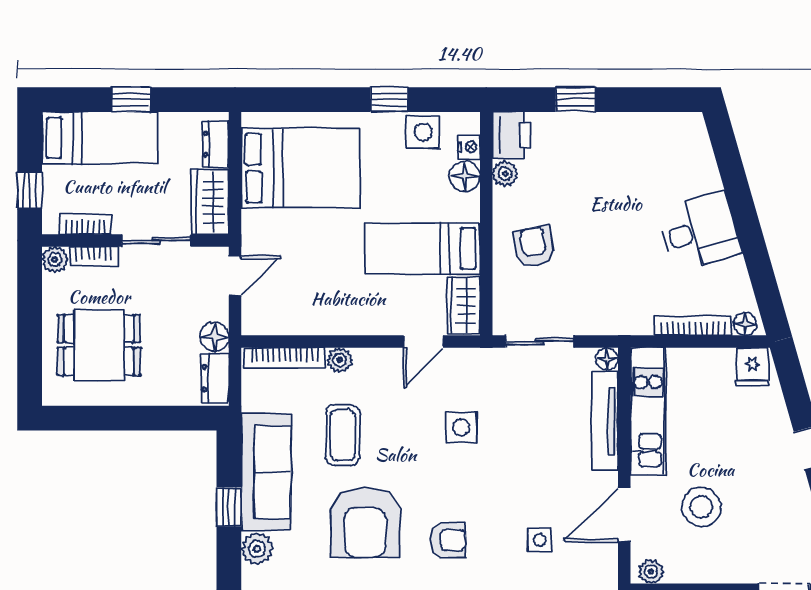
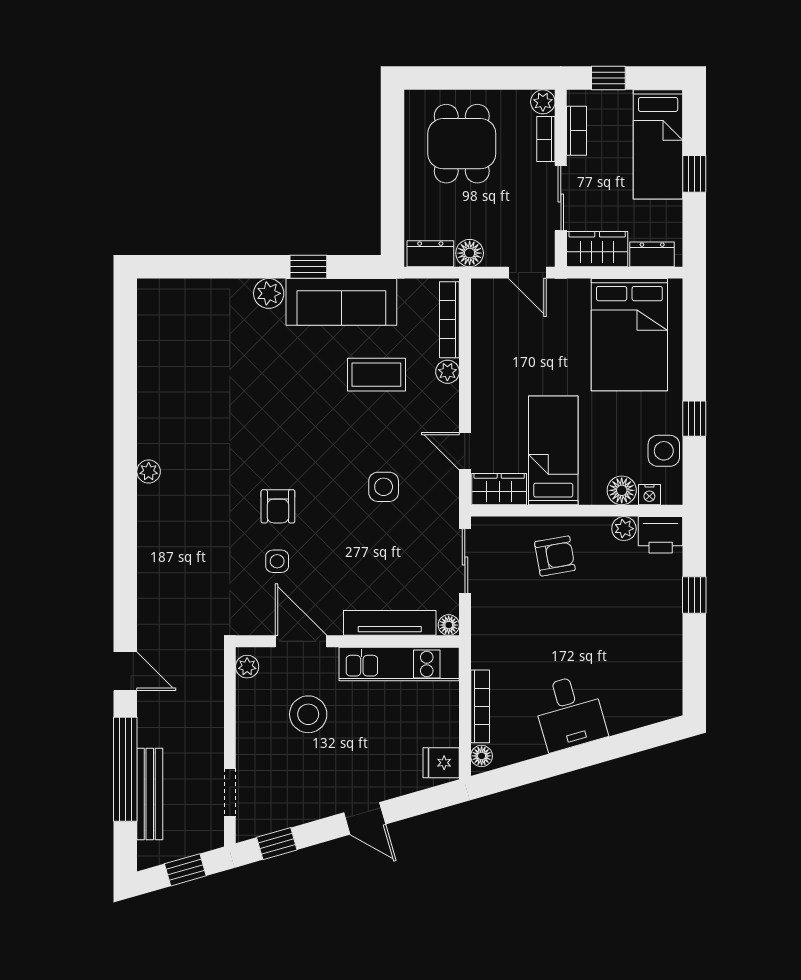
armchair: (365, 522) -> (294, 396), removed
armchair: (448, 540) -> (278, 506), moved

